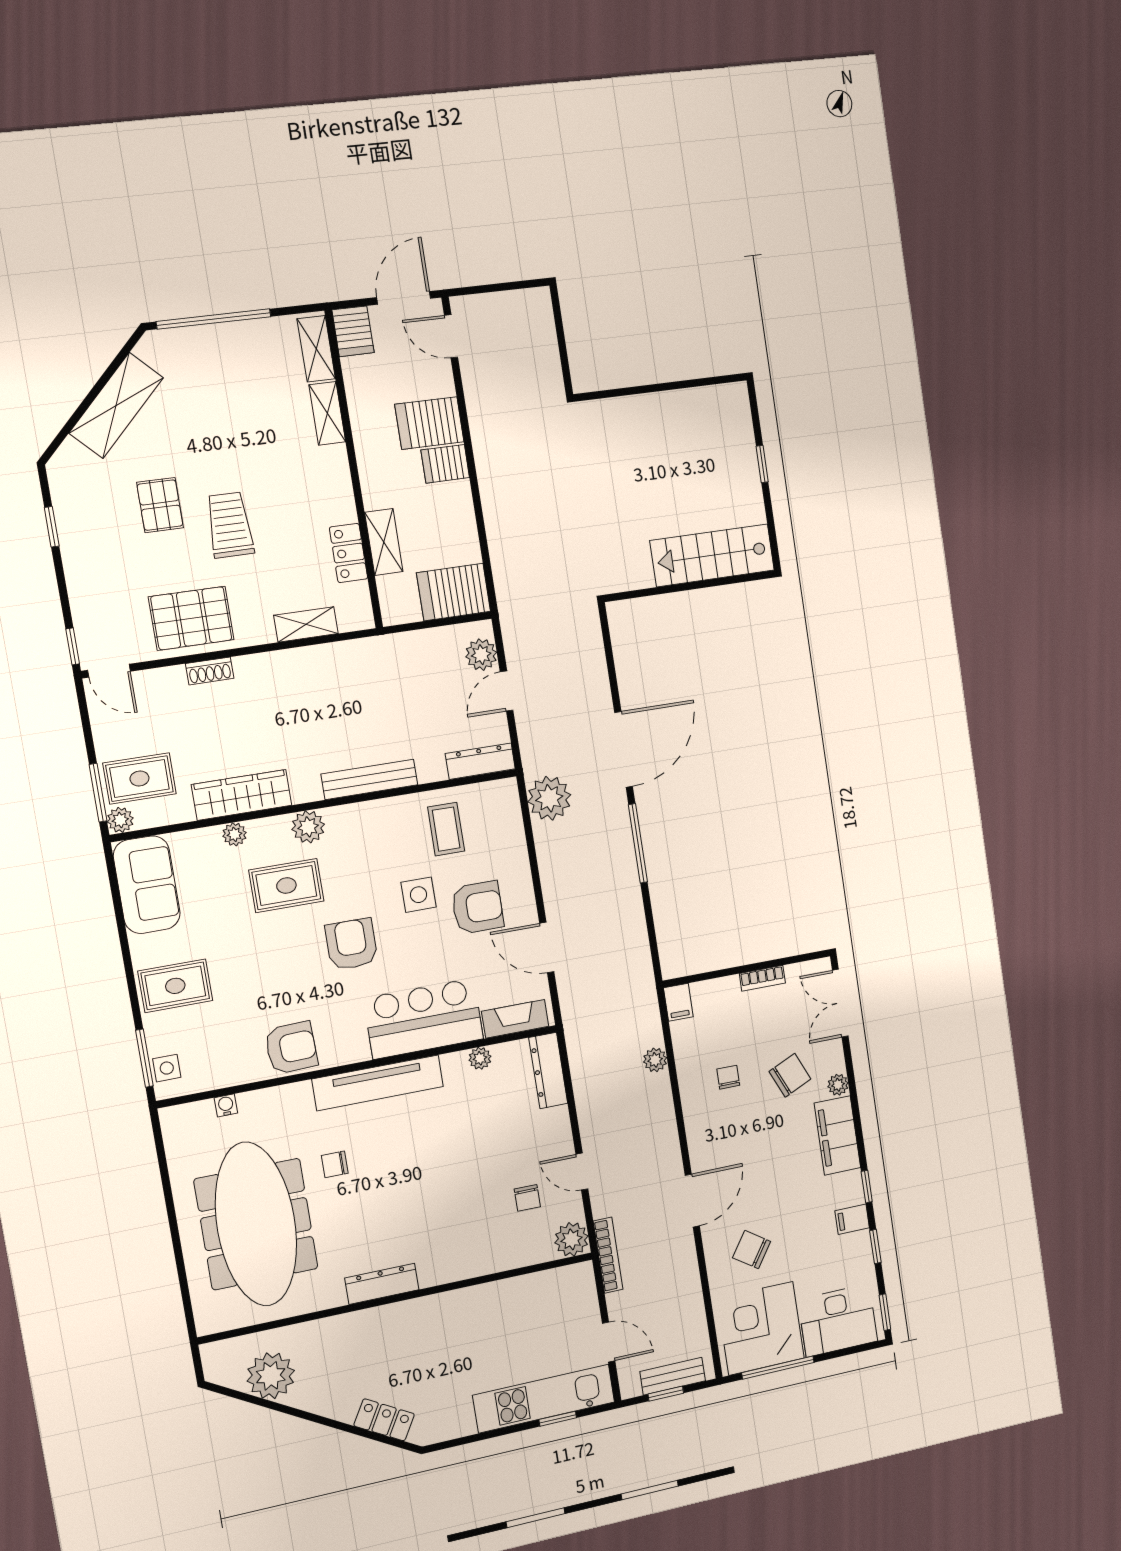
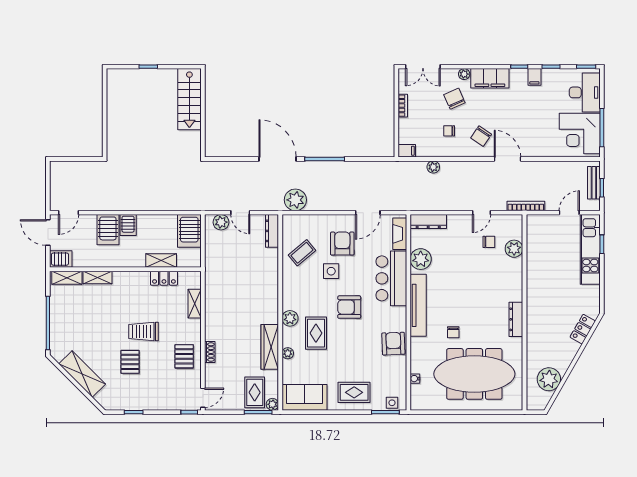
pallet: (160, 505) -> (130, 362), turned 90
pallet: (191, 618) -> (184, 356), width x0.67, depth x0.71
bench: (369, 779) -> (272, 286), removed
coffee table: (446, 829) -> (302, 253), turned -40
rug: (175, 986) -> (354, 392), turned 90
plant: (480, 1058) -> (421, 259), width x1.88, depth x1.88
plant: (572, 1239) -> (514, 249), moved
chair: (752, 1250) -> (481, 136), moved

